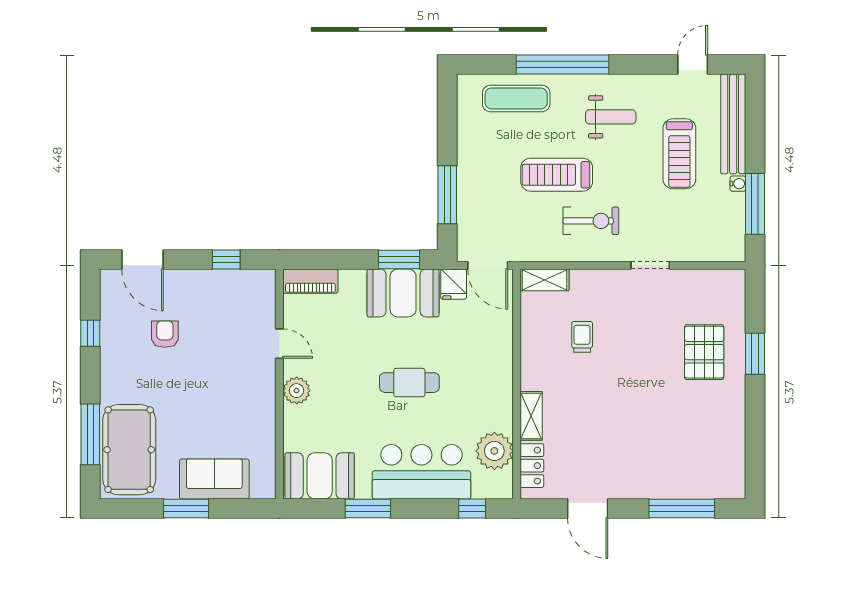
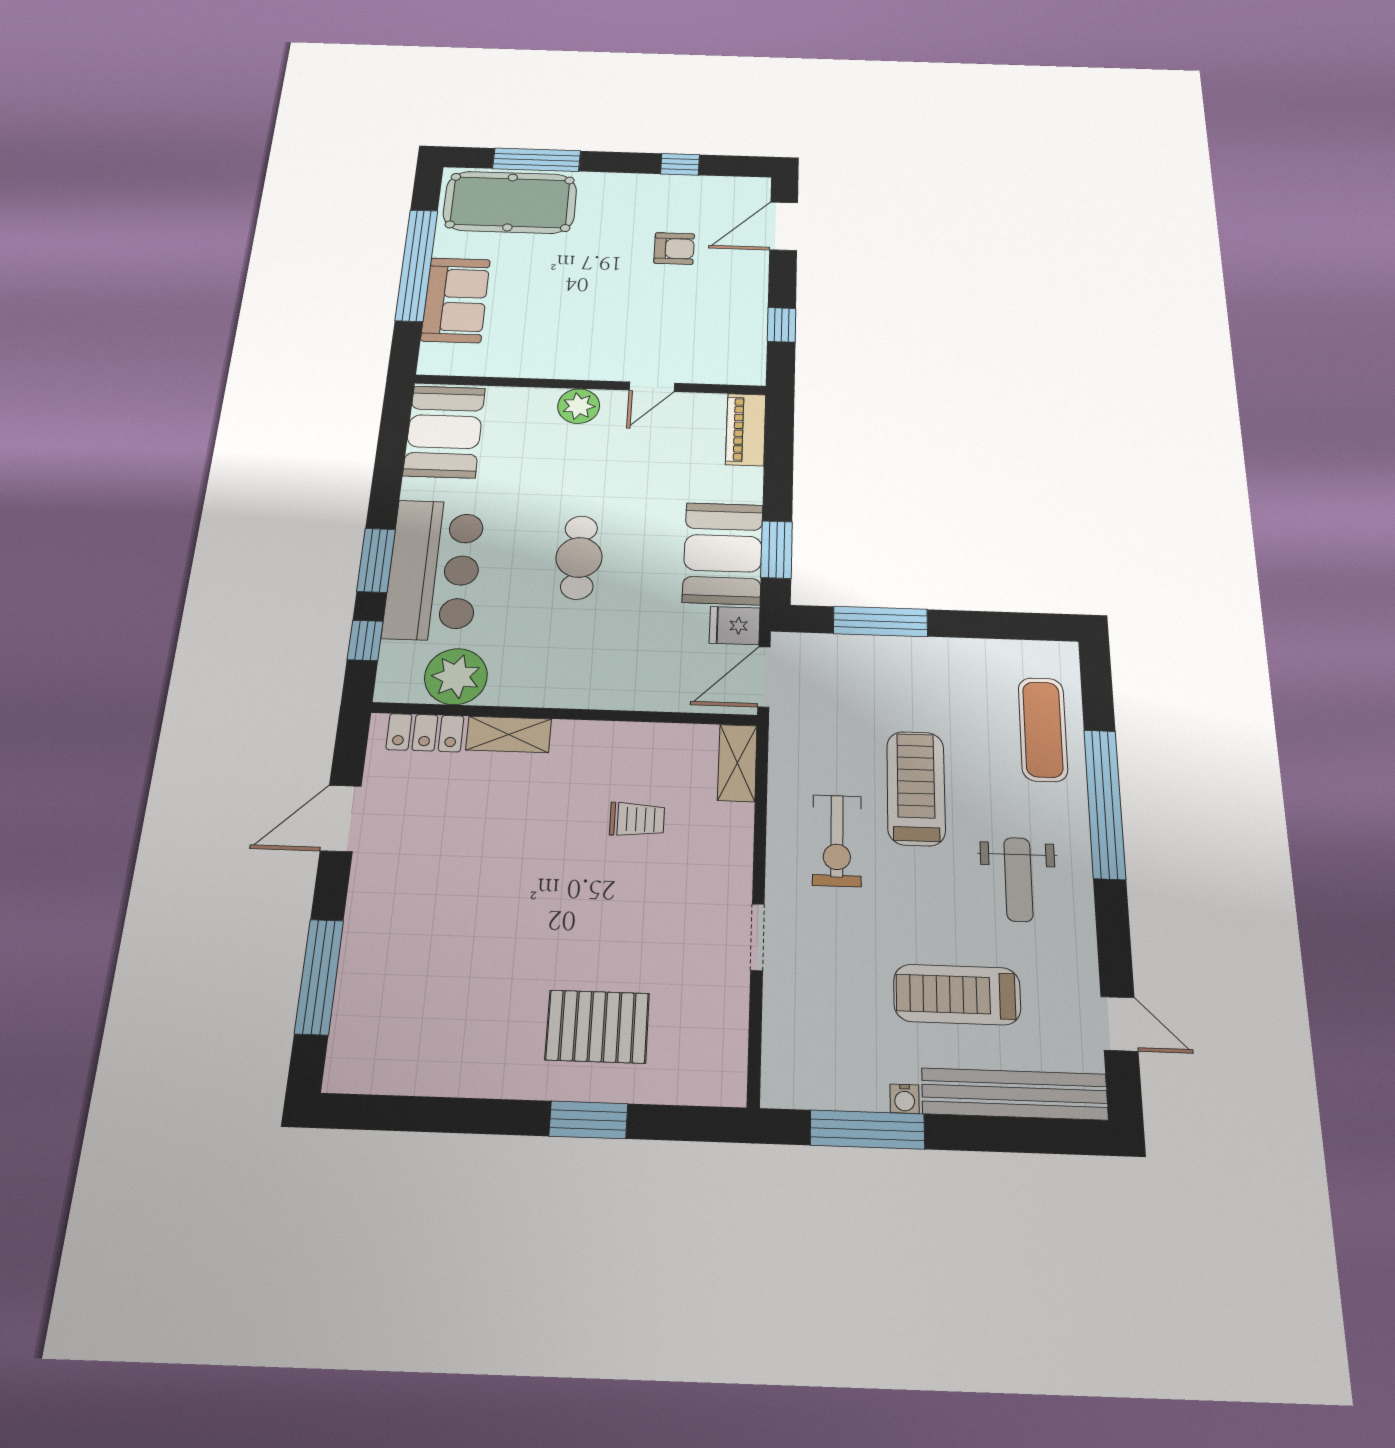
window: (186, 508) -> (417, 265), width x2.11
window: (368, 508) -> (376, 560), moved

